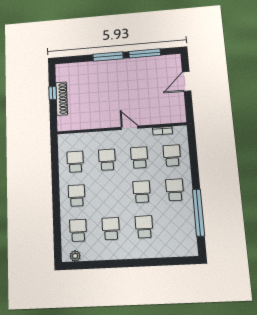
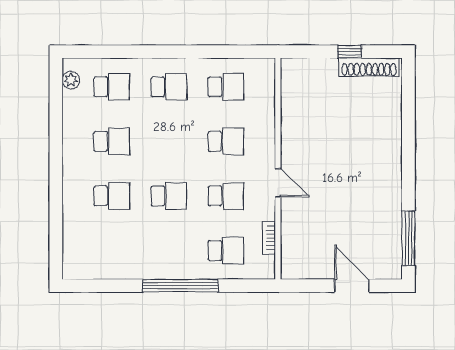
window: (145, 53) -> (408, 238), moved
window: (108, 56) -> (408, 153), removed
shoe rack: (61, 99) -> (369, 67), moved
door: (130, 128) -> (278, 183), hinge flipped
school desk: (175, 190) -> (169, 251), removed
window: (198, 213) -> (180, 286), moved

